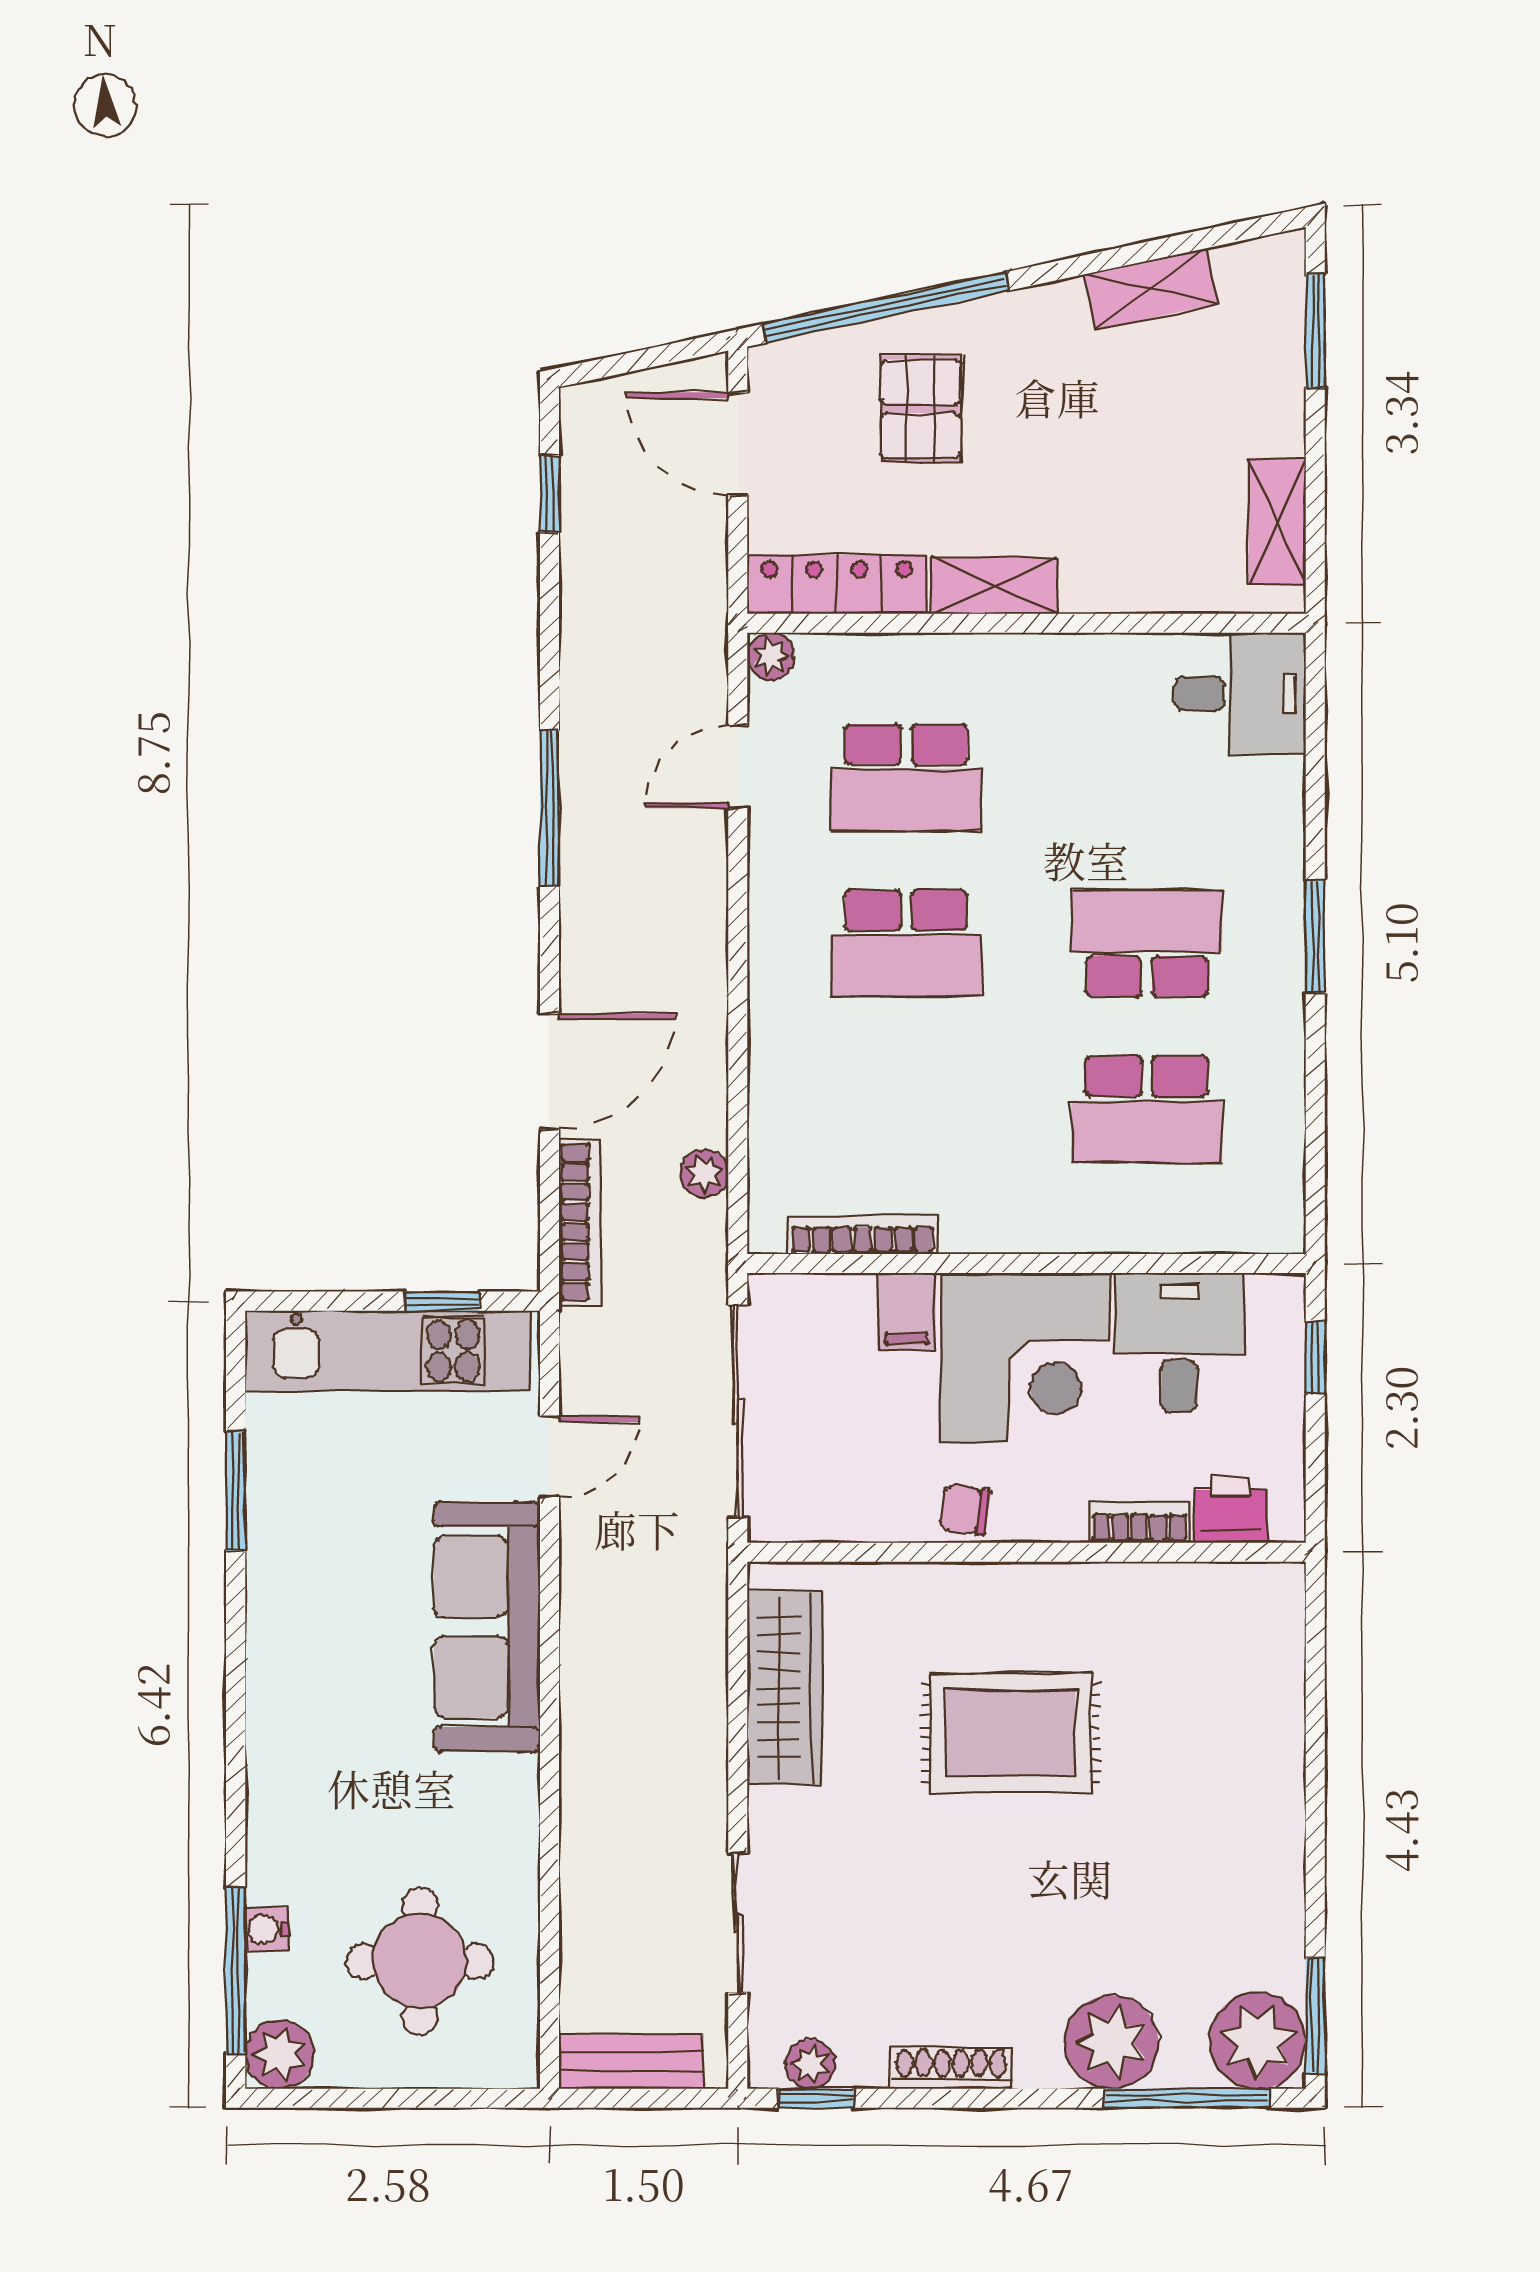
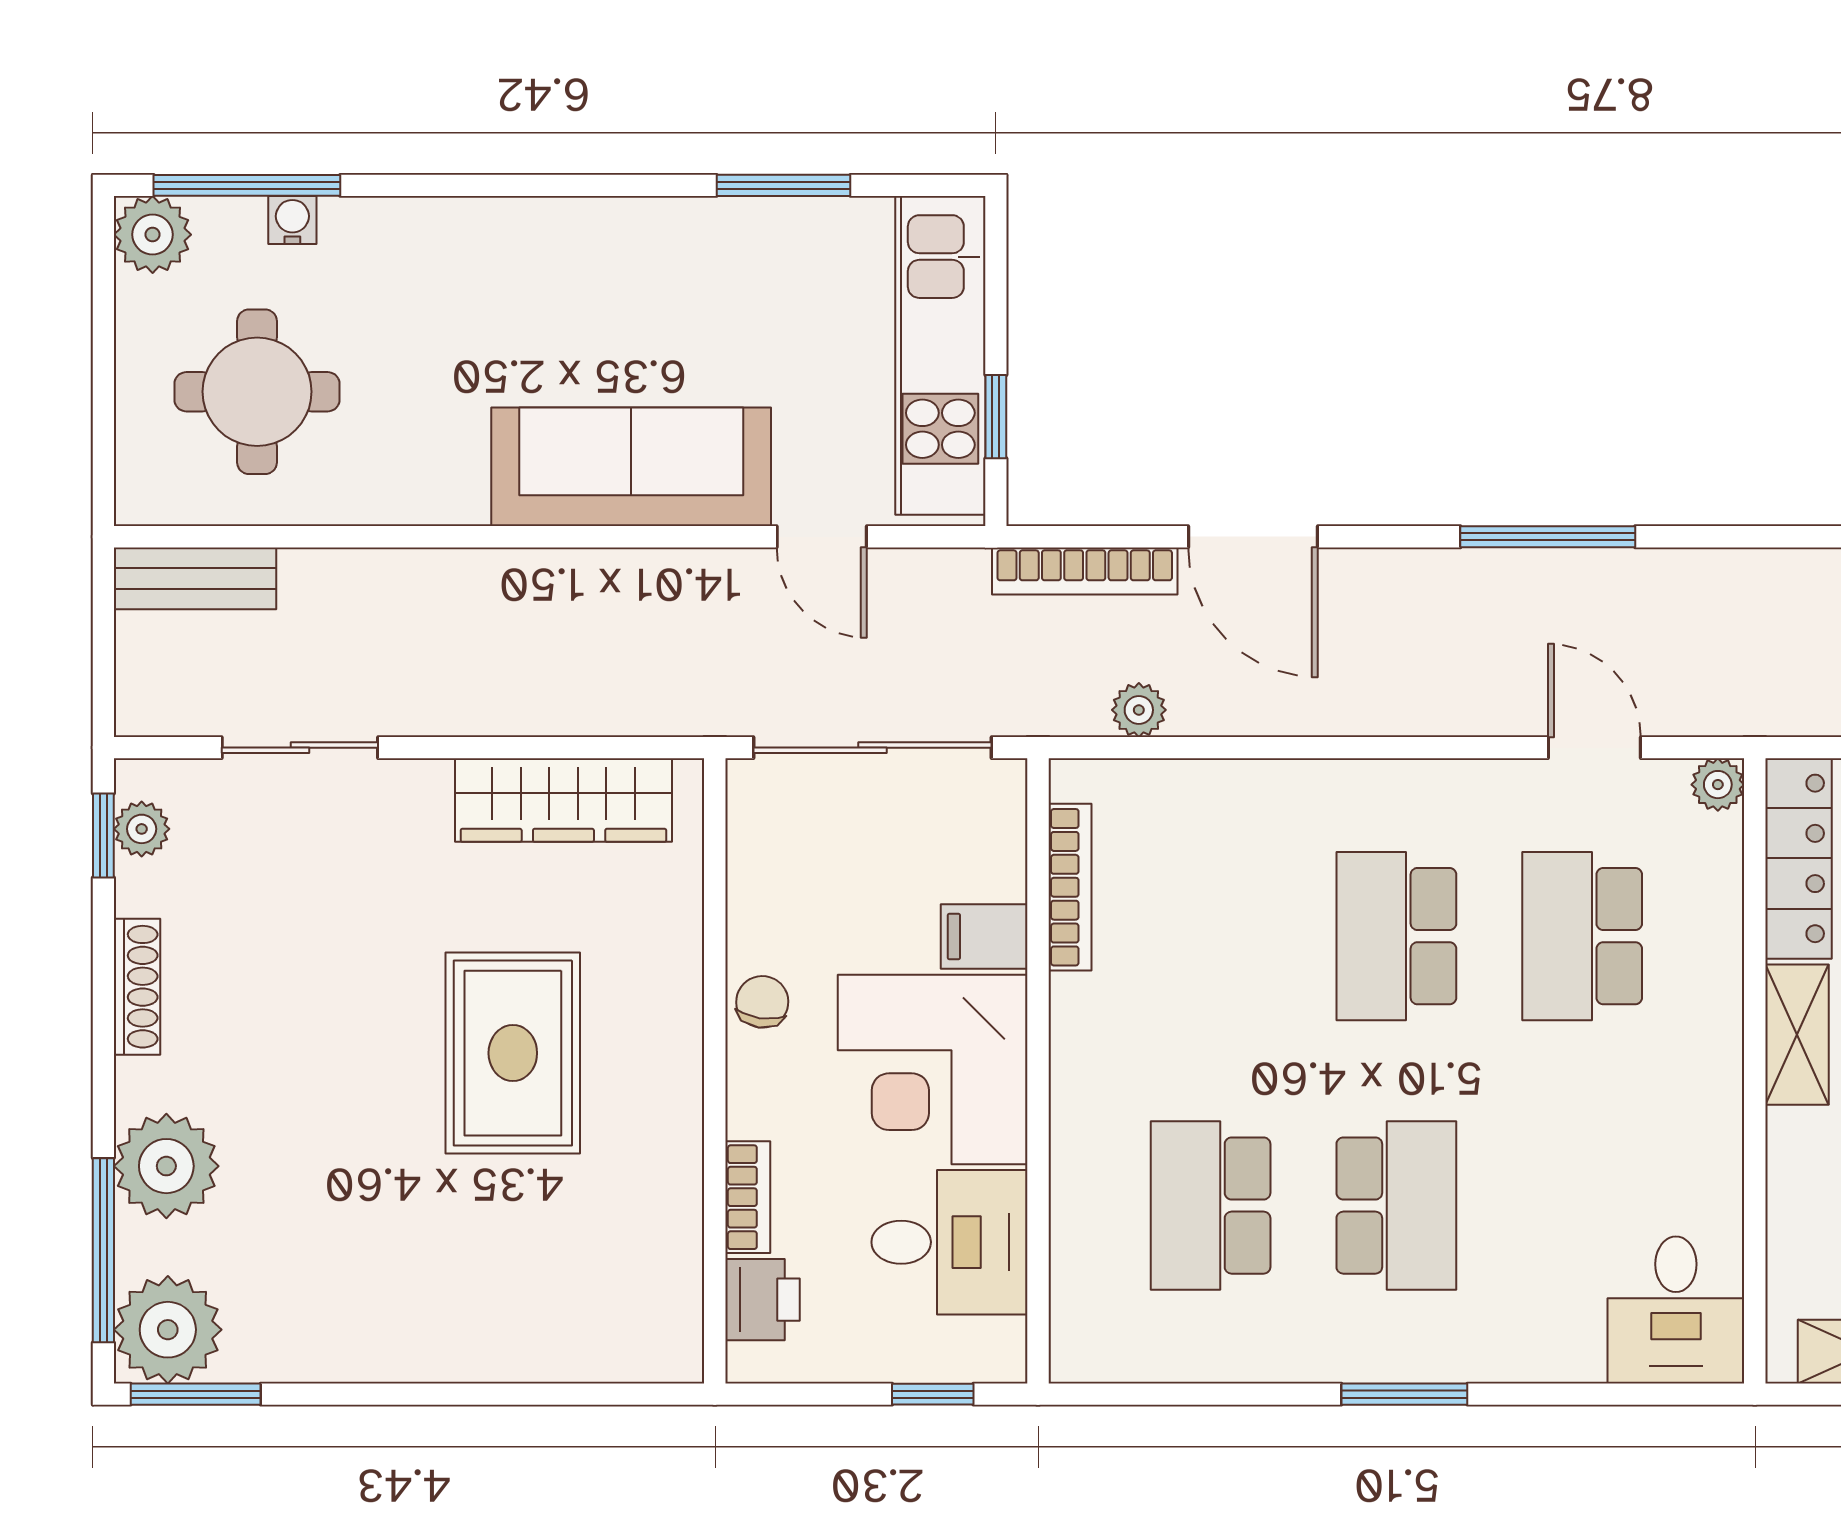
bench: (631, 2061) -> (195, 578), moved, turned 90

